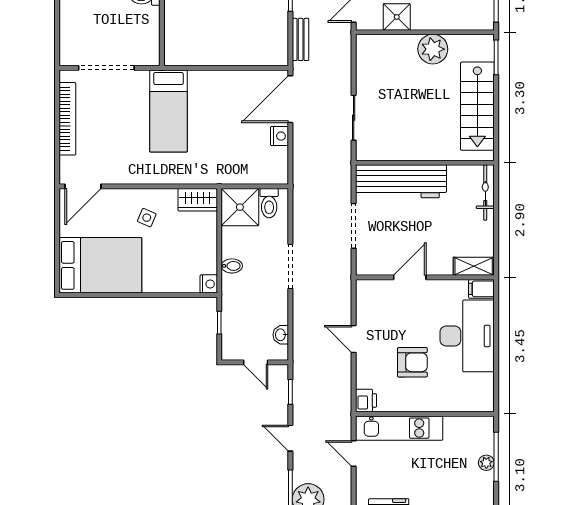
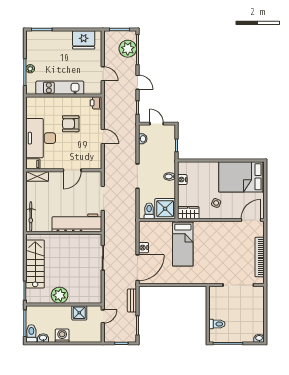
bed: (168, 111) -> (183, 244), moved, turned 180
nightstand: (209, 284) -> (182, 180), moved
kitchen unit: (399, 428) -> (60, 88), moved

